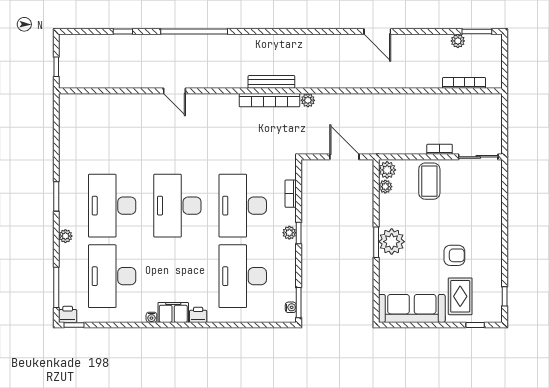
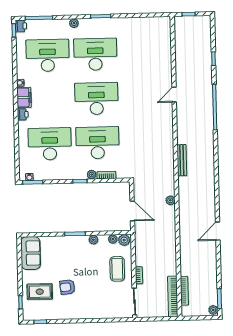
plant: (458, 41) -> (213, 310), moved
bookcase: (270, 100) -> (173, 296), moved
plant: (308, 100) -> (170, 200), moved
door: (344, 157) -> (132, 211), hinge flipped
coffee table: (429, 181) -> (117, 269), turned 90
plant: (289, 233) -> (92, 175), moved
plant: (392, 242) -> (93, 240), moved, width x0.53, depth x0.53
armchair: (454, 255) -> (67, 287), turned 84
sofa: (412, 308) -> (31, 253), width x0.73

